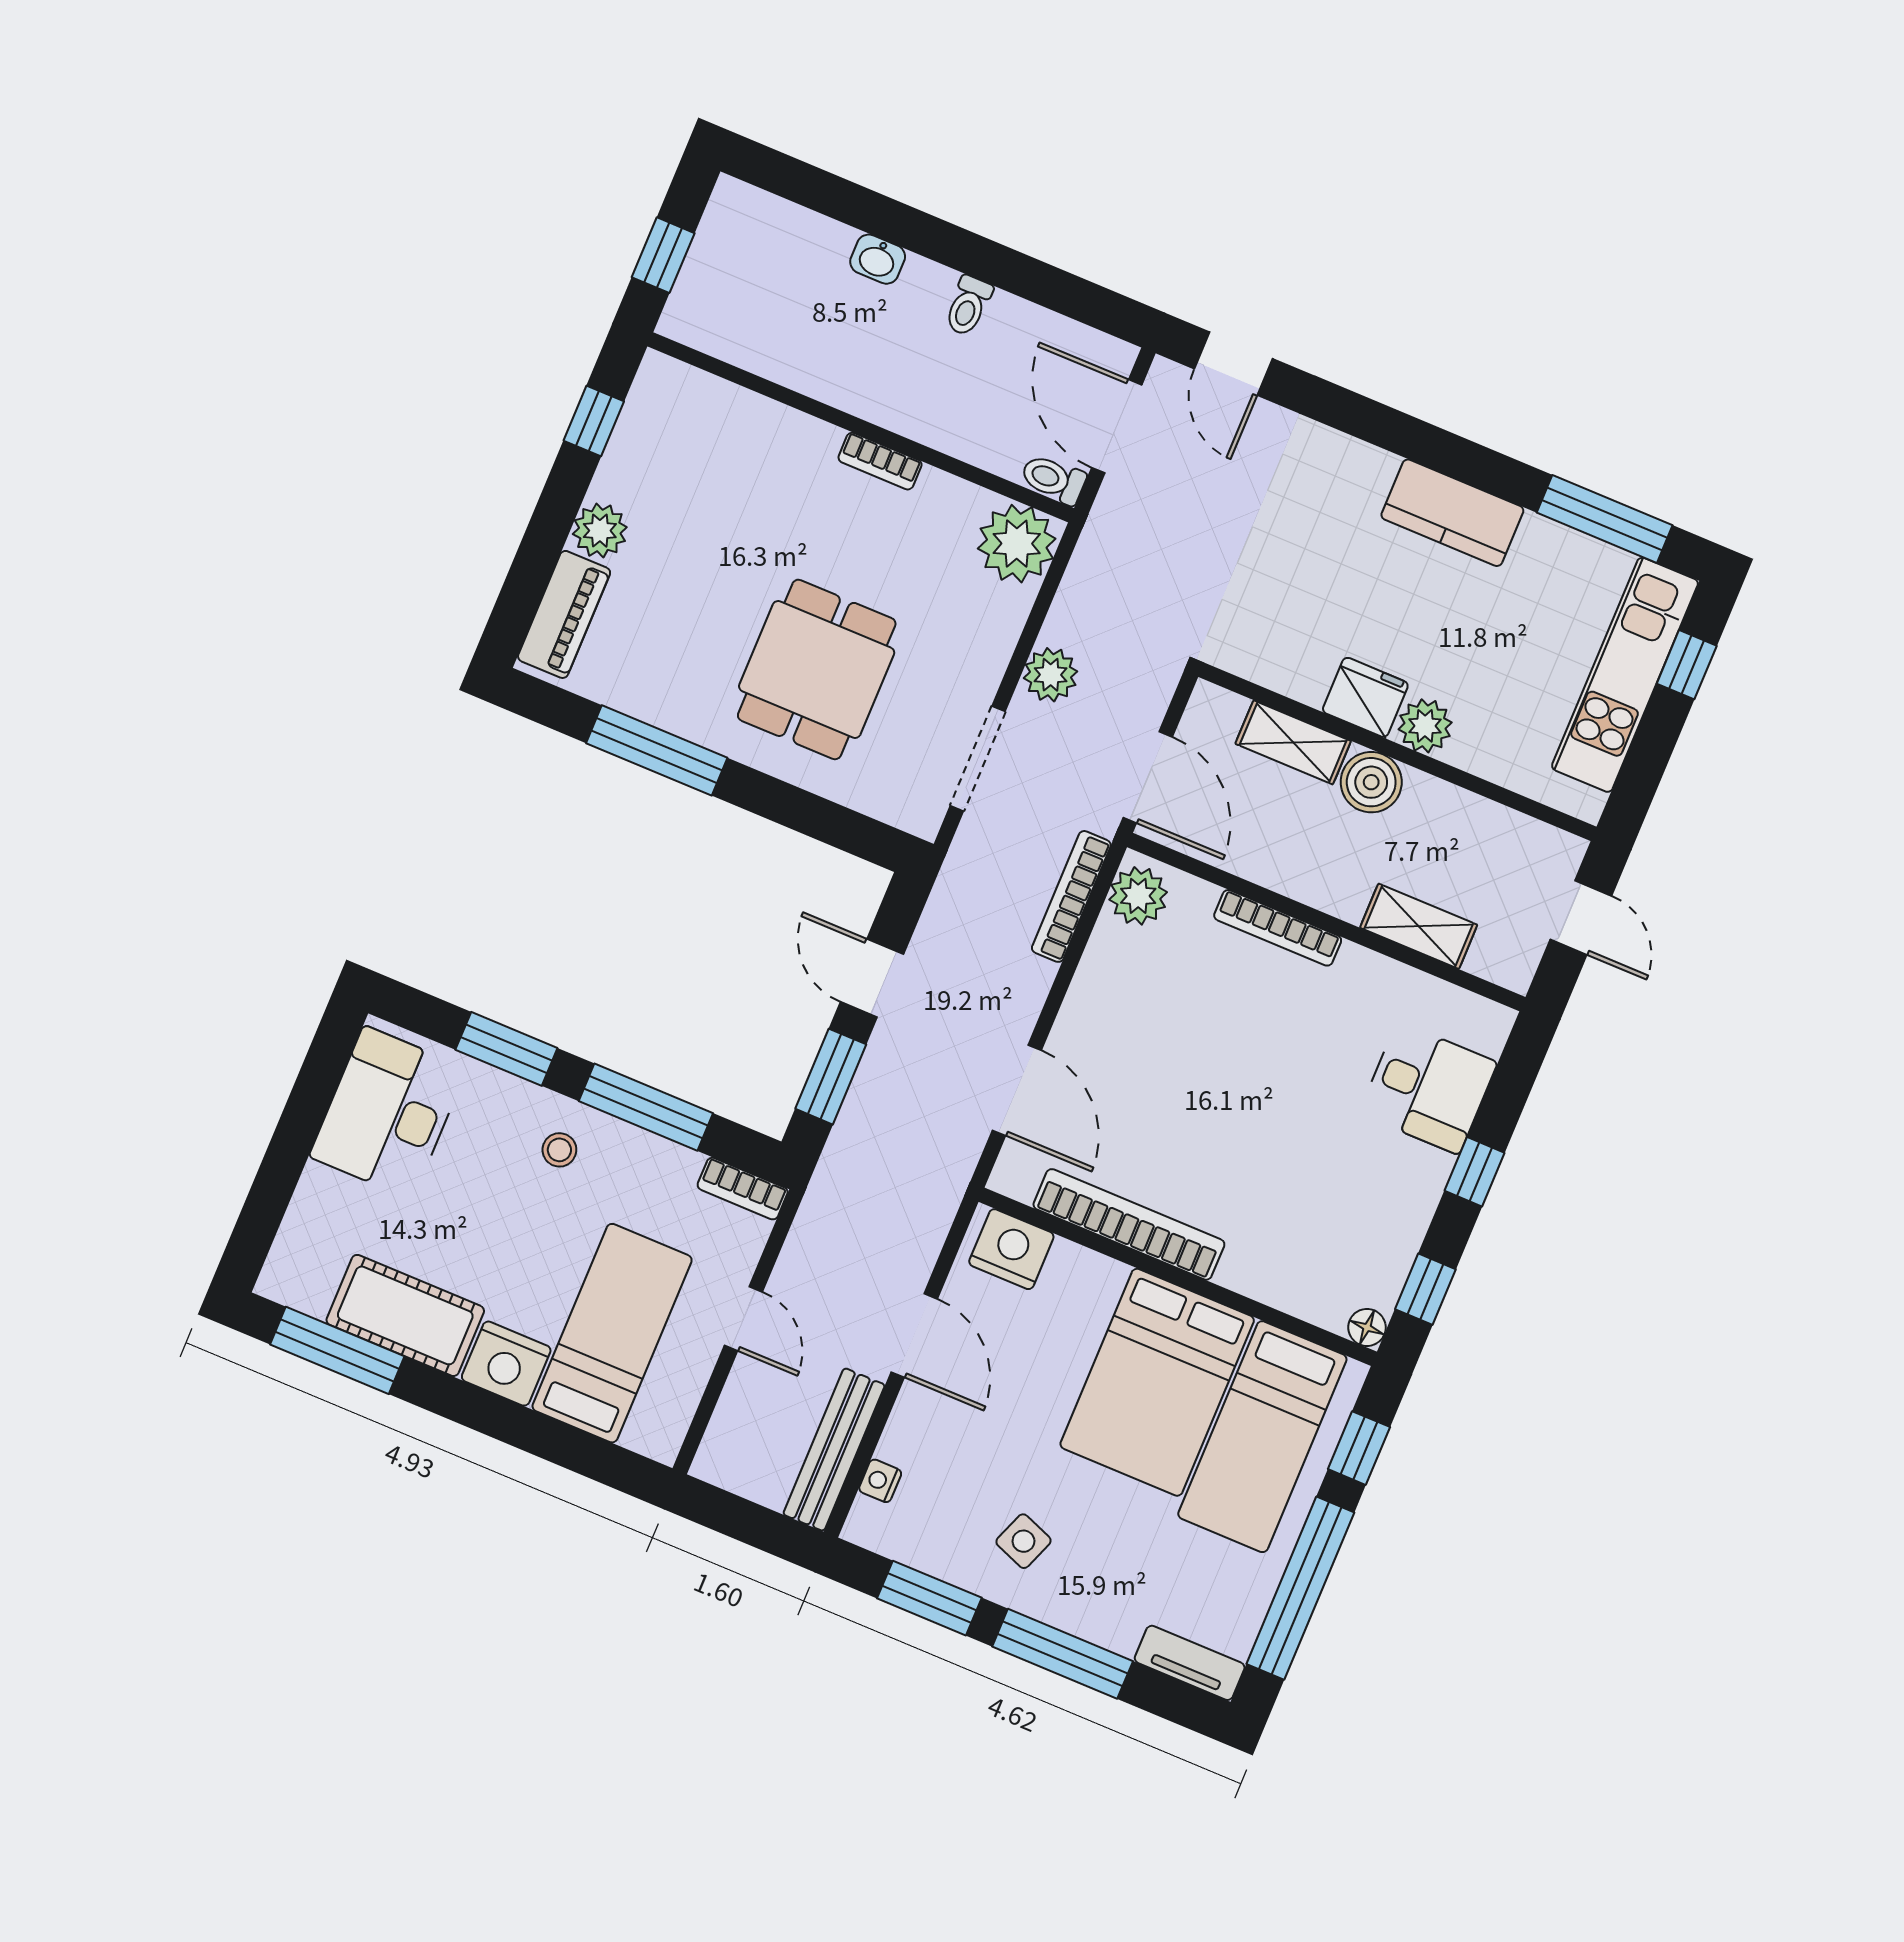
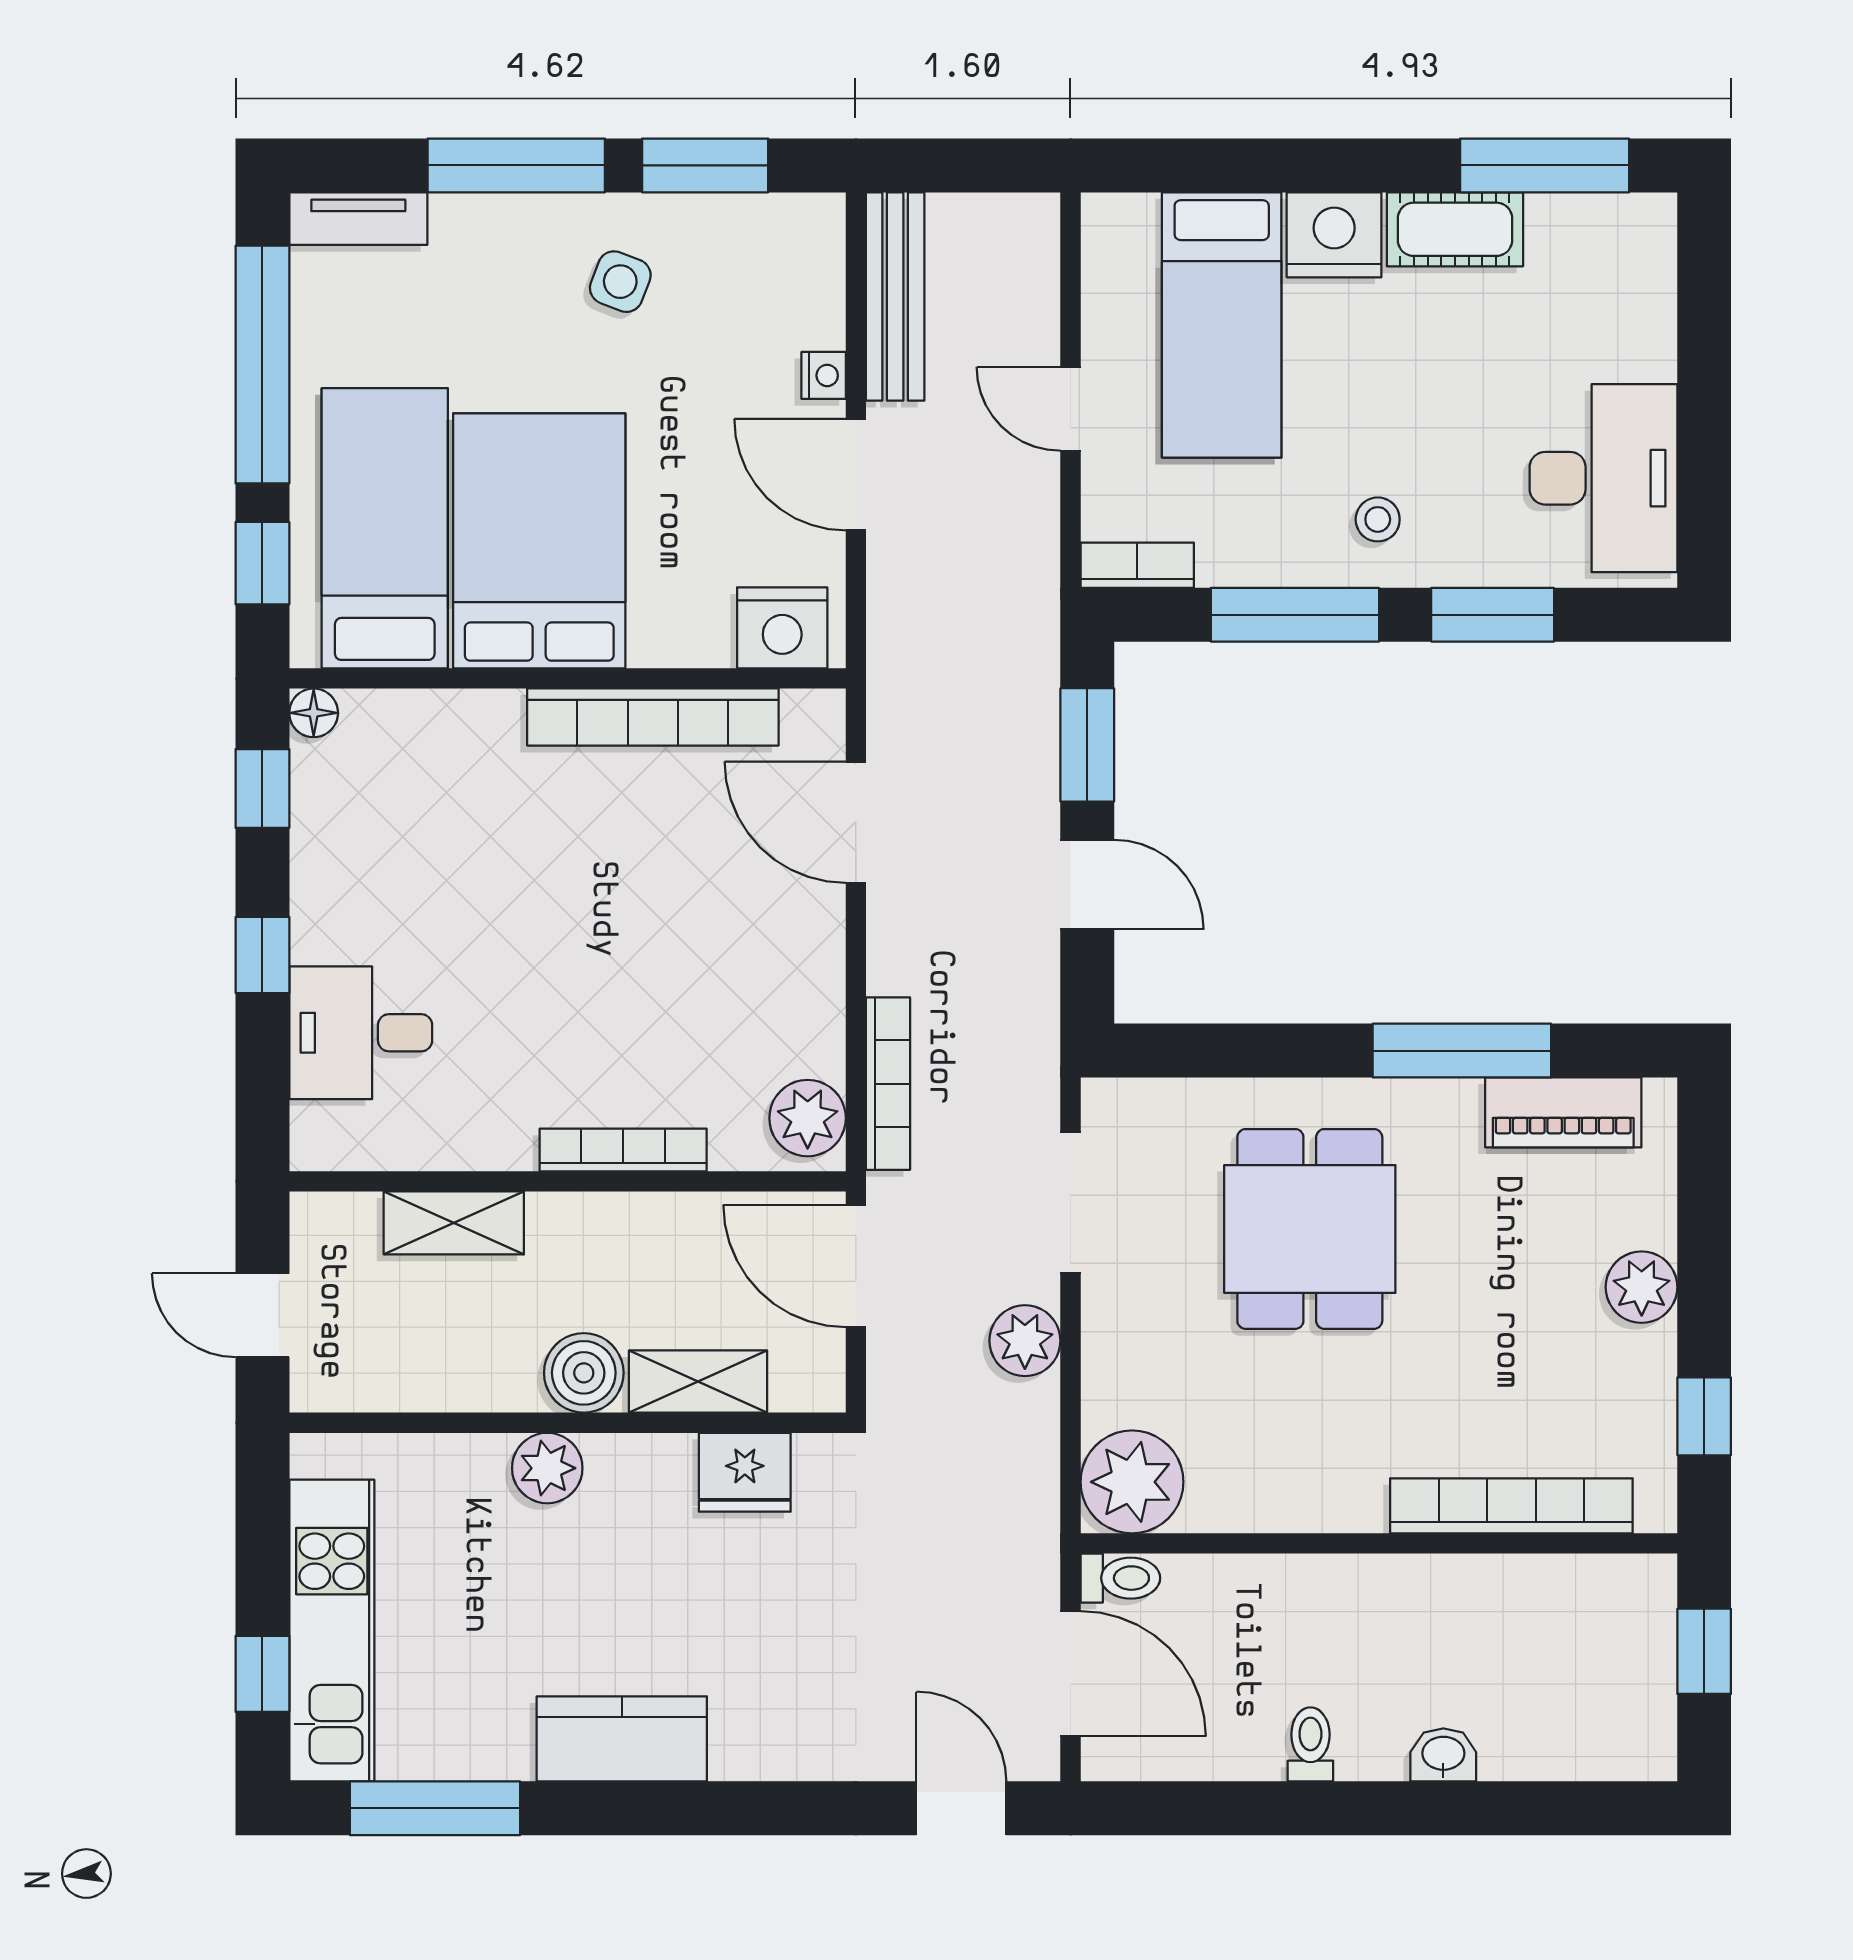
bookcase: (880, 461) -> (1511, 1506), moved, width x2.31, depth x1.31
piano: (564, 614) -> (1563, 1112), moved, turned -90
fridge: (1365, 697) -> (745, 1472), moved
cot: (405, 1315) -> (1455, 229), width x0.73, depth x0.75
nightstand: (880, 1481) -> (824, 375), moved

